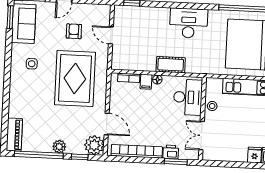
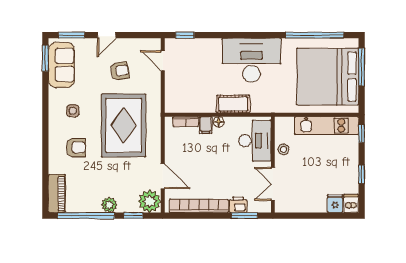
desk: (189, 23) -> (252, 60), width x1.36, depth x1.30
armchair: (74, 31) -> (120, 71), turned 80
door: (111, 35) -> (163, 61), moved
armchair: (33, 96) -> (76, 148), added

